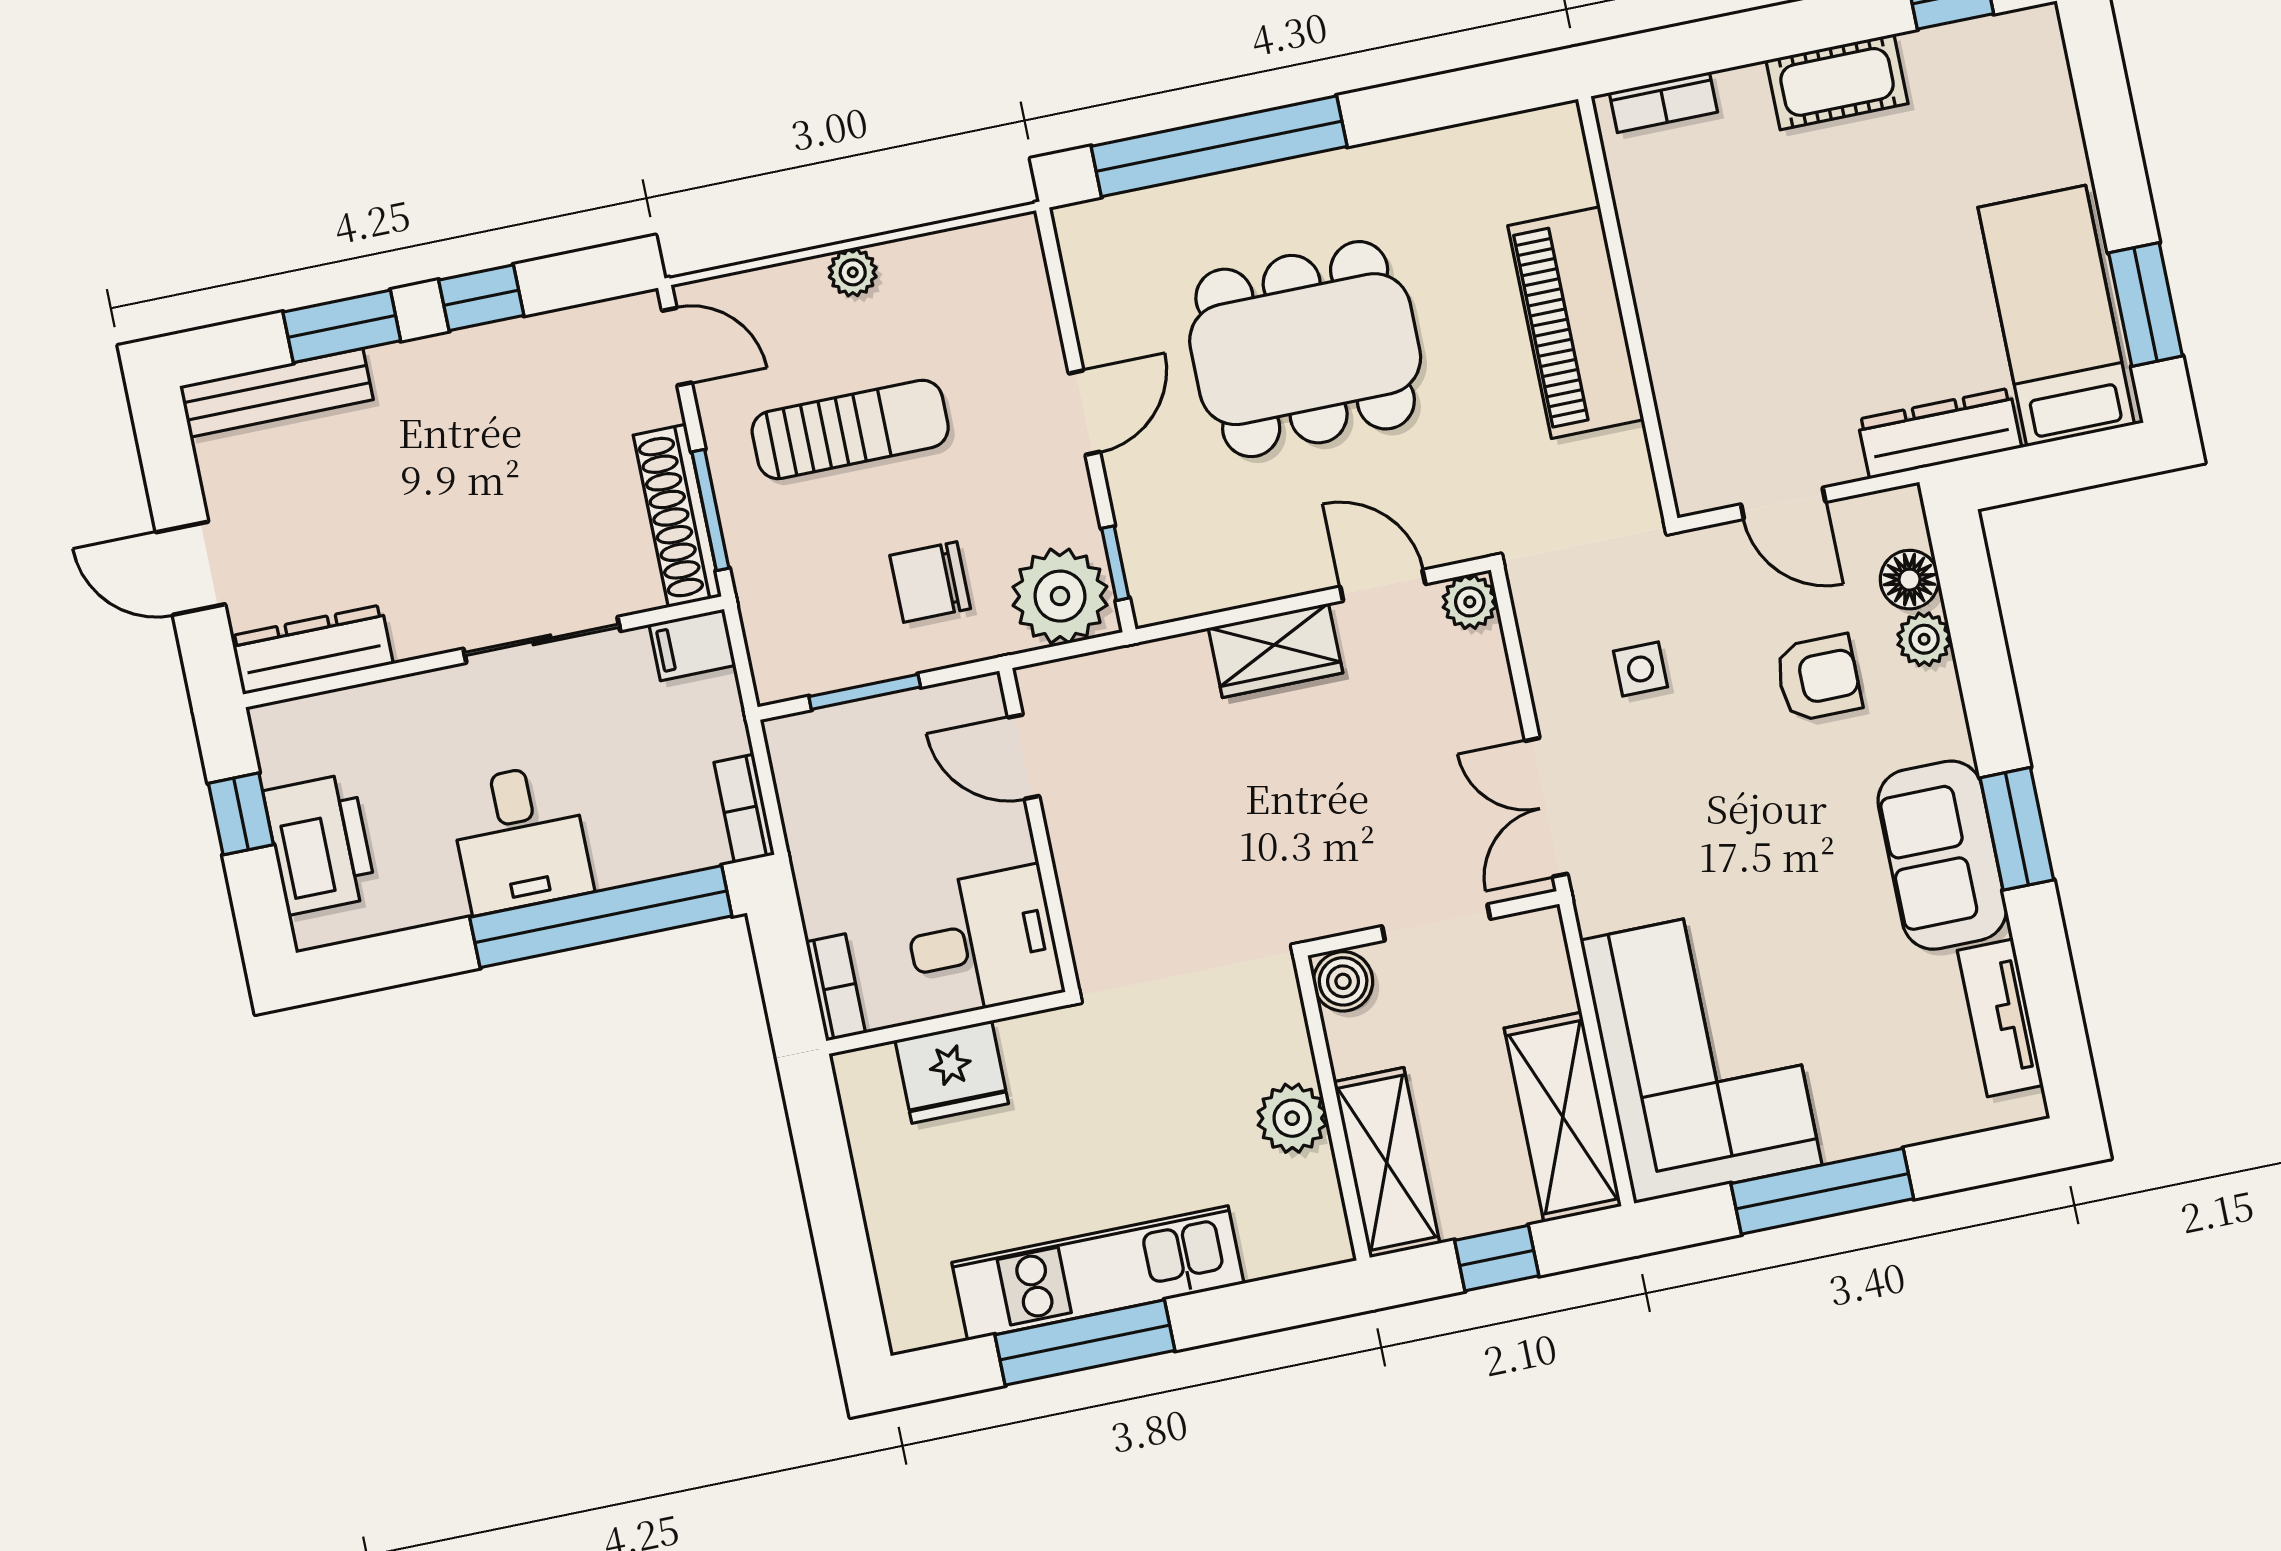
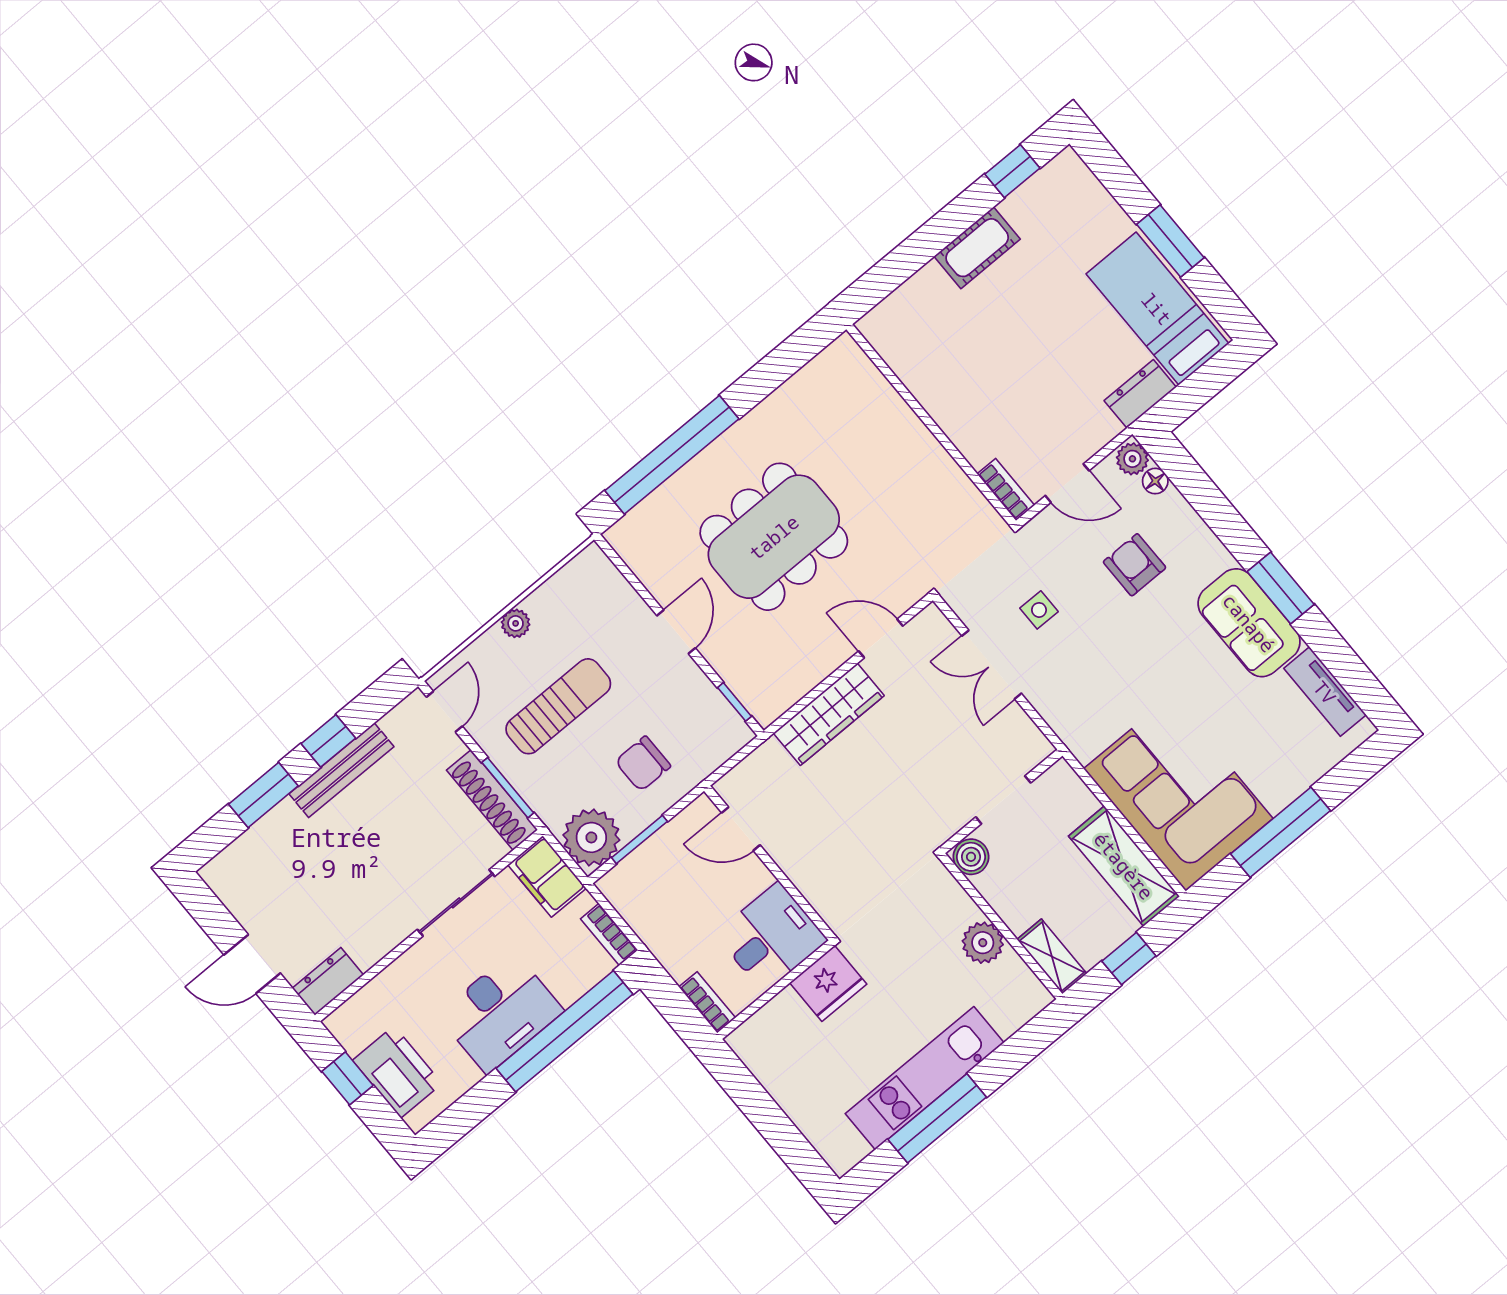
bookcase: (1663, 102) -> (1006, 489), moved, turned -90
window: (2146, 304) -> (1170, 241), moved
piano: (1576, 323) -> (908, 447), removed
door: (677, 347) -> (444, 712), hinge flipped
bench: (276, 393) -> (341, 770), moved
dresser: (1940, 433) -> (1140, 394), width x0.70
floor lamp: (1910, 580) -> (1155, 481), width x0.73, depth x0.73
plant: (1060, 596) -> (591, 837), moved
plant: (1470, 602) -> (931, 623), removed
plant: (1924, 639) -> (1132, 459), moved
filing cabinet: (692, 645) -> (547, 876), width x2.00
dresser: (312, 650) -> (328, 981), width x0.70
wardrobe: (1275, 650) -> (829, 714), width x1.50
armchair: (1818, 678) -> (1135, 565), turned -90
double door: (1546, 807) -> (992, 665), moved
desk: (520, 838) -> (500, 1013), width x1.37
fridge: (952, 1072) -> (828, 983), moved
shelving: (1387, 1163) -> (1052, 957), width x0.67, depth x0.75

